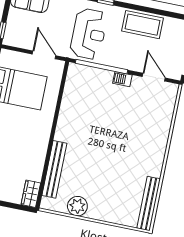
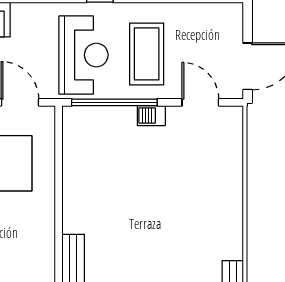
coffee table: (142, 25) -> (147, 54), moved, turned 90

